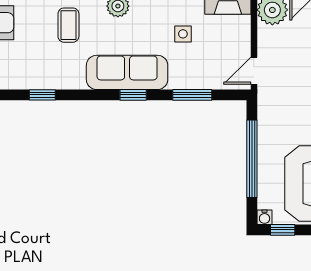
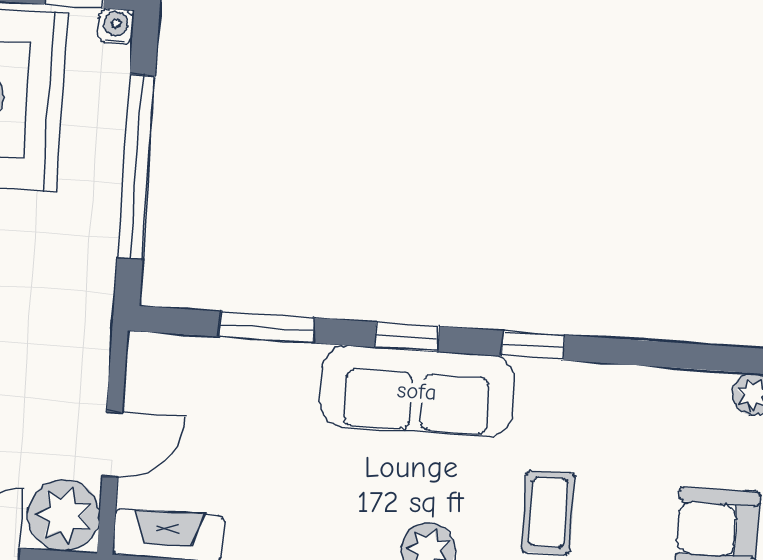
side table: (183, 34) -> (279, 473), removed
door: (254, 71) -> (112, 444), moved
window: (42, 95) -> (533, 345), moved

